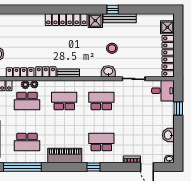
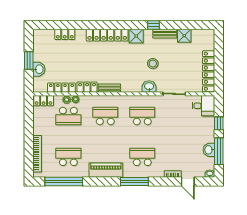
bench: (120, 18) -> (165, 34), width x0.73
locker: (23, 19) -> (65, 34), added
shower: (167, 27) -> (184, 36), moved
window: (178, 136) -> (219, 151), added
school desk: (27, 142) -> (68, 157), turned 180
window: (93, 167) -> (134, 182), width x2.17

